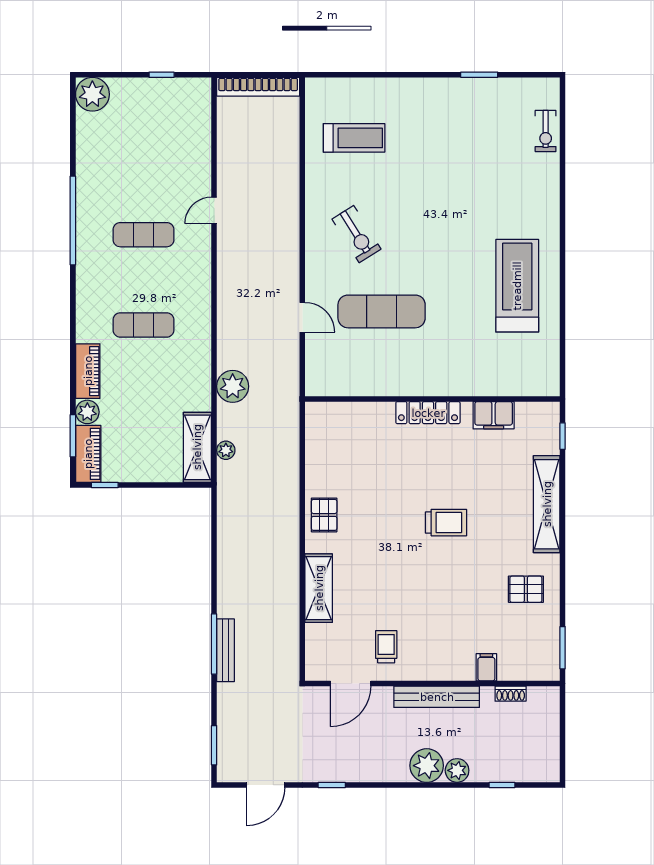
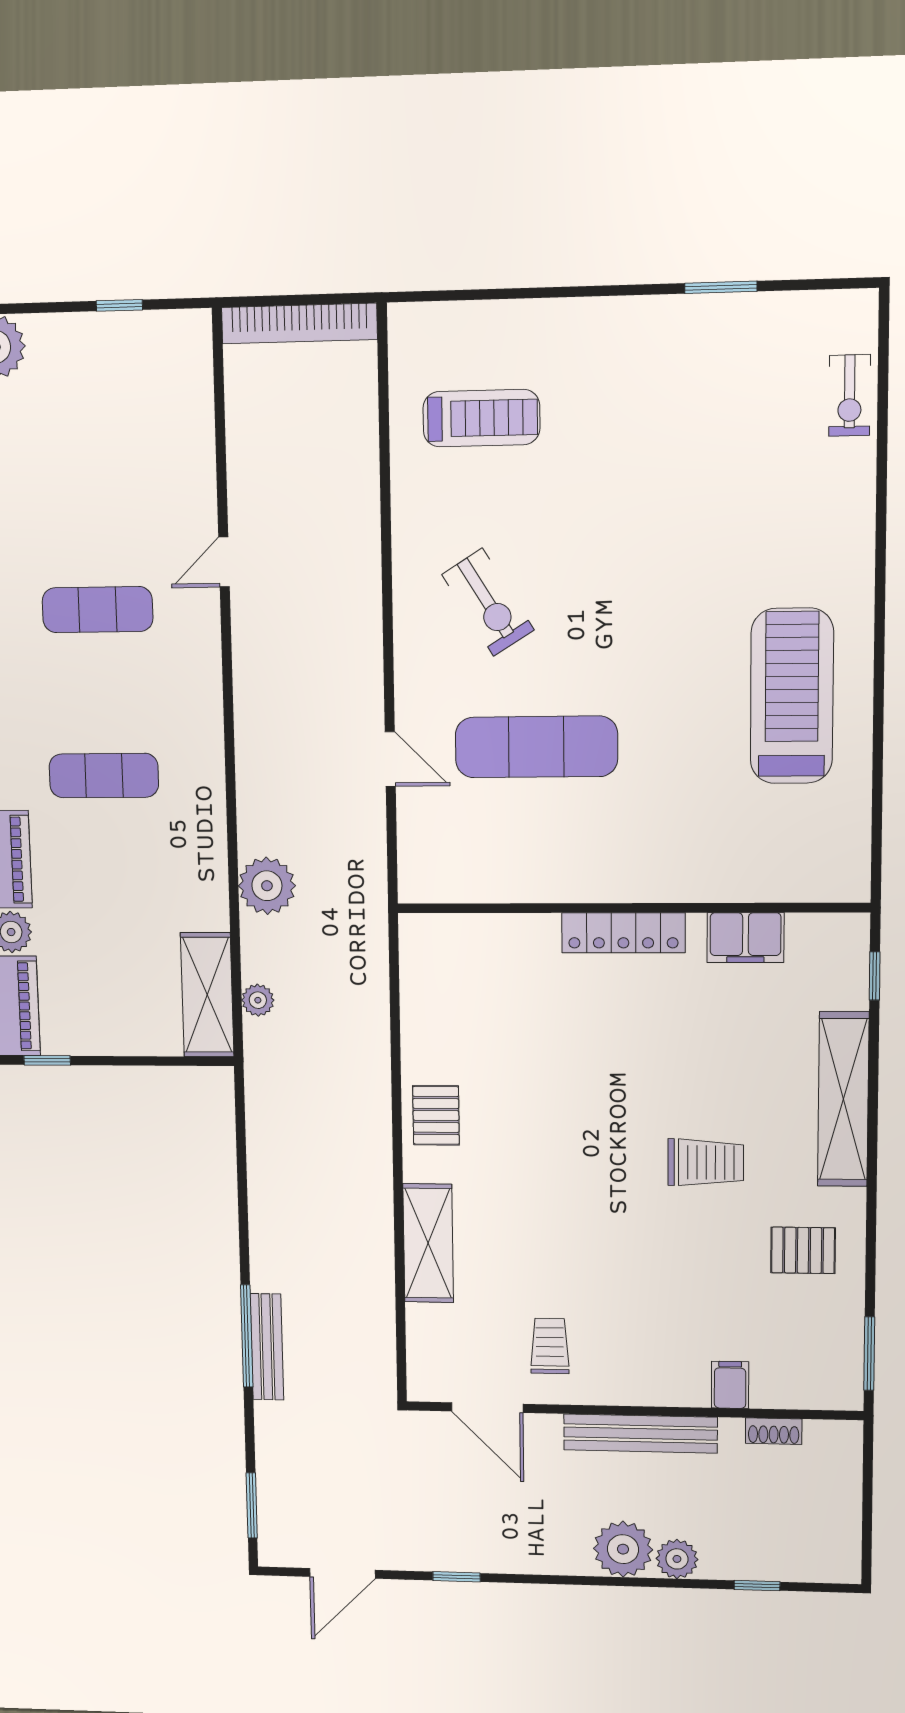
trolley: (446, 523) -> (706, 1162), moved
door: (351, 684) -> (487, 1408), hinge flipped

